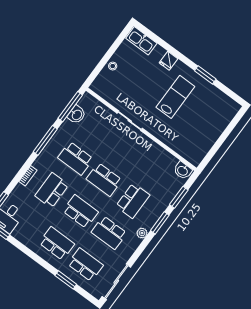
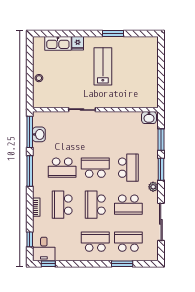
kitchen sink: (141, 41) -> (58, 43), moved
school desk: (104, 180) -> (95, 168), turned 180
school desk: (80, 211) -> (95, 205), turned -90
sliding door: (116, 282) -> (161, 222), moved

